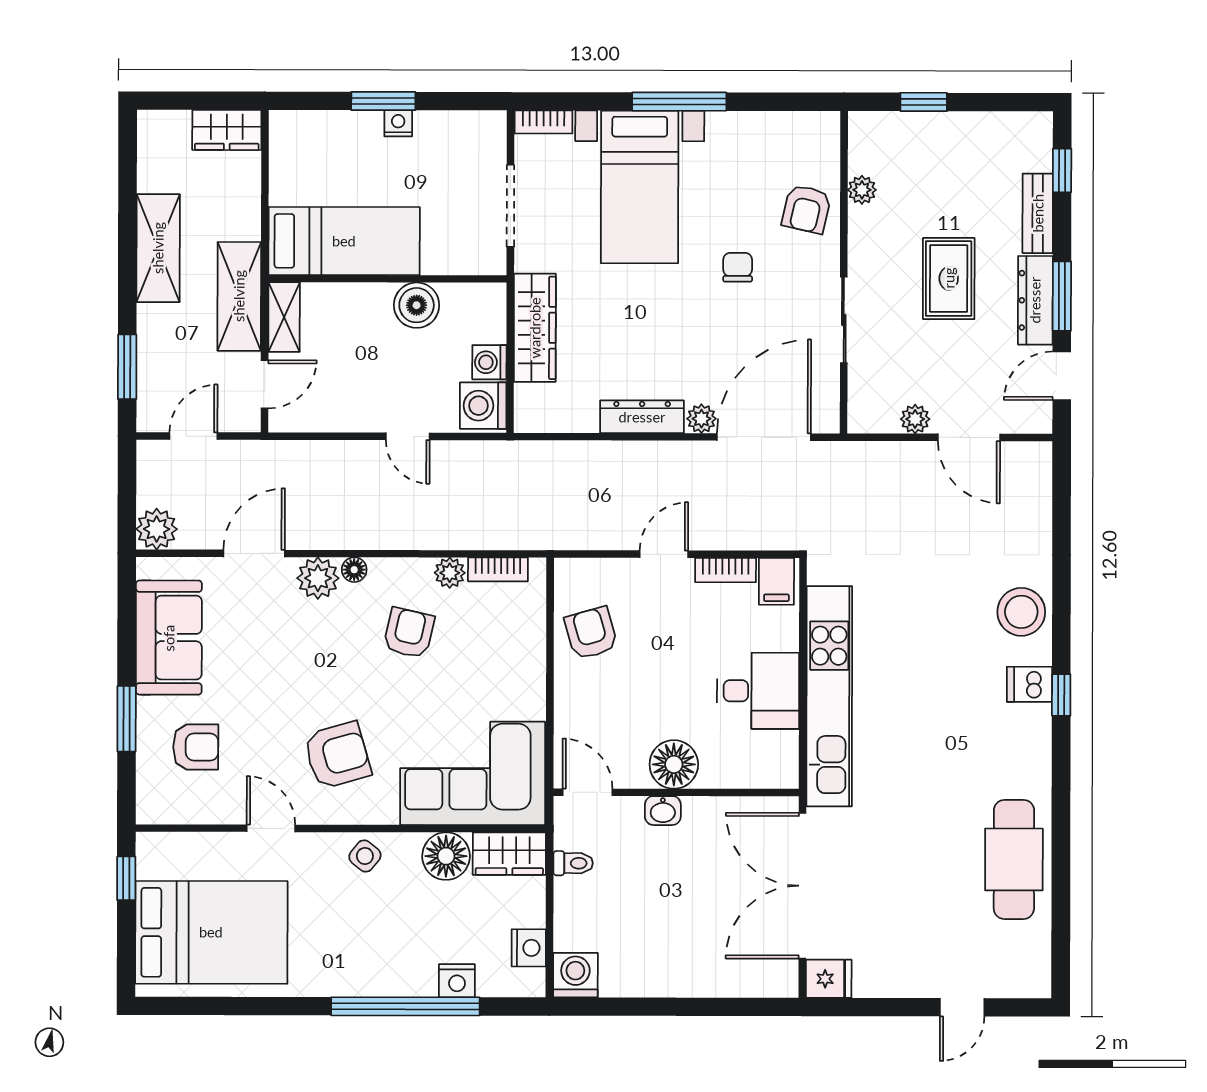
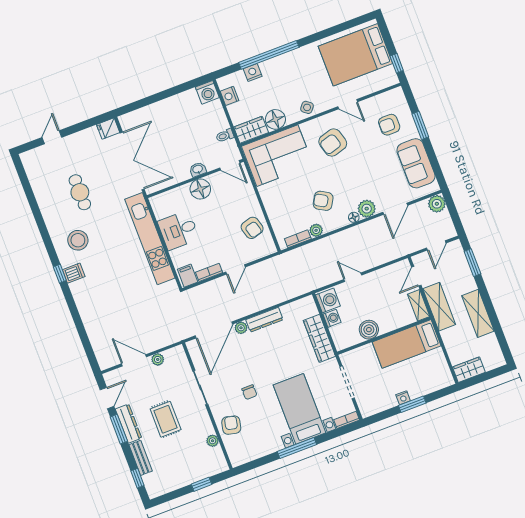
stool: (1021, 612) -> (78, 240), moved
armchair: (409, 633) -> (323, 201), turned 107
cafe table: (1014, 859) -> (80, 192), moved, width x0.73, depth x0.74

